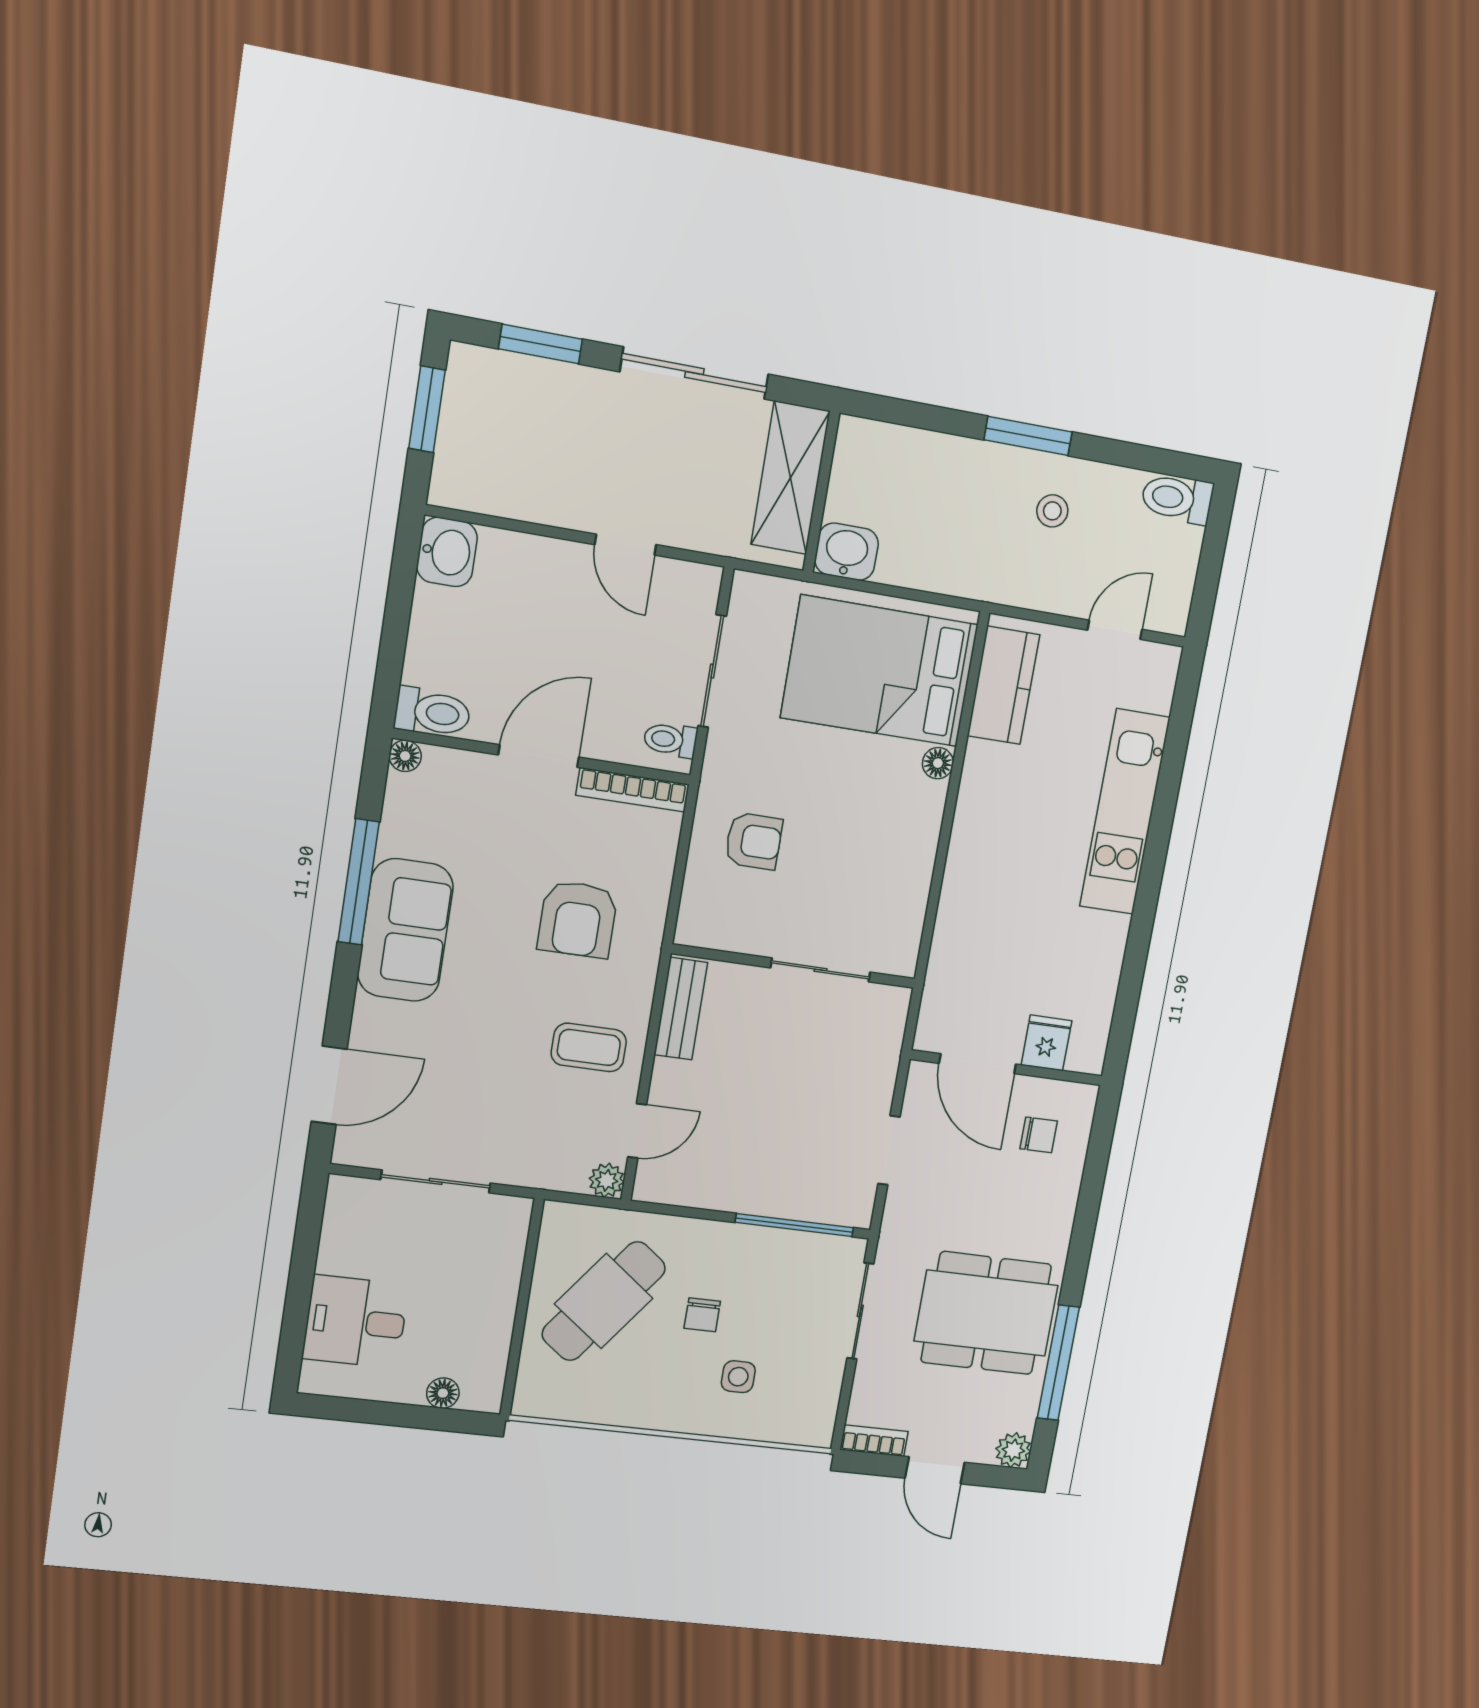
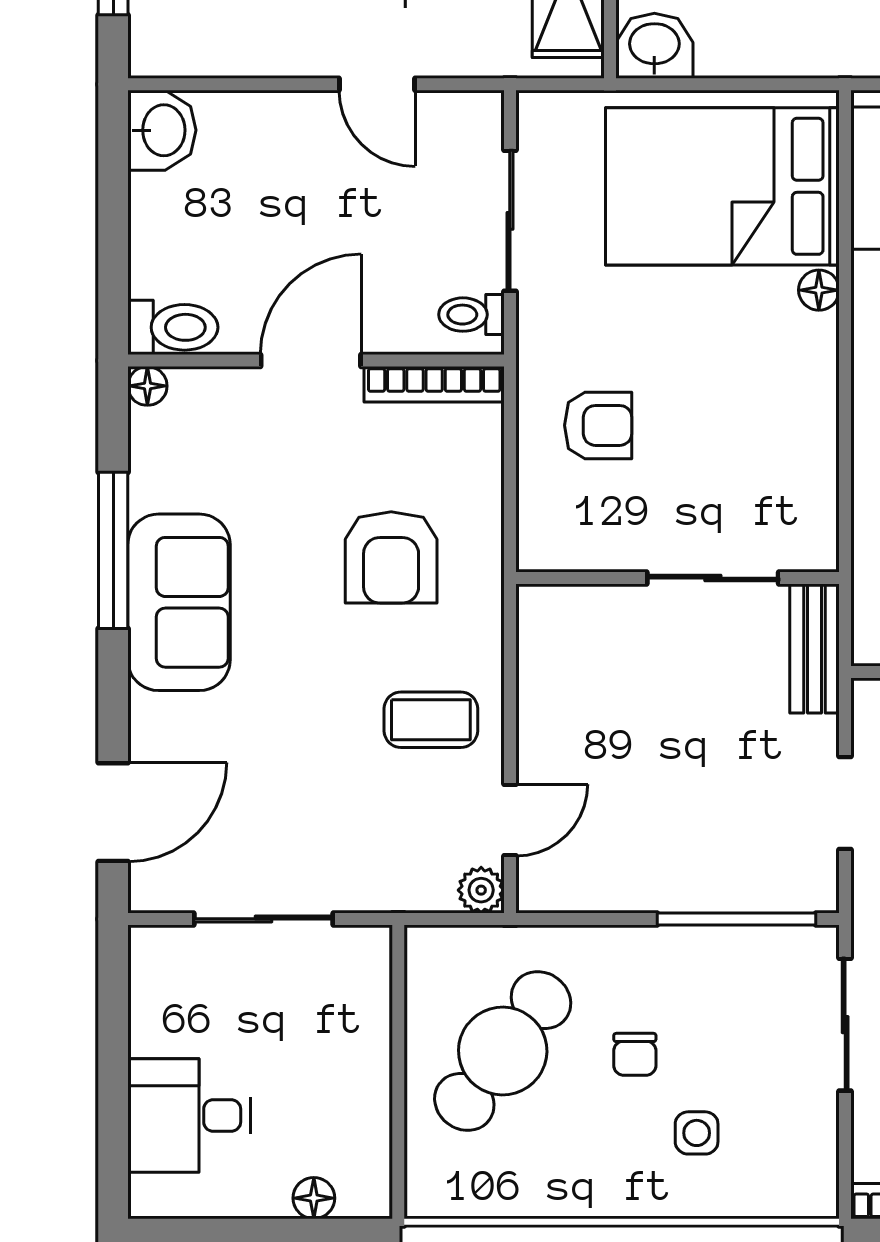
bench: (681, 1009) -> (815, 648), moved

